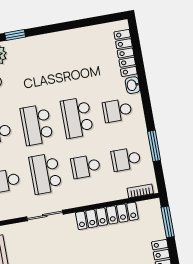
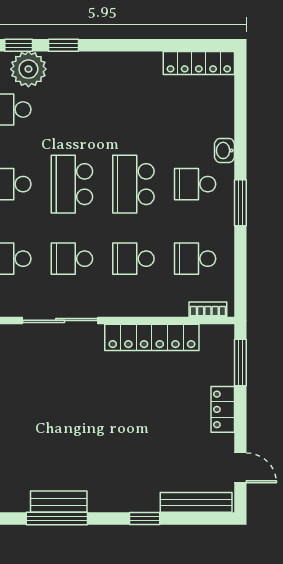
locker: (126, 53) -> (199, 63), moved, turned -90
window: (154, 146) -> (240, 203), moved
school desk: (45, 174) -> (72, 259), width x0.54
sliding door: (45, 215) -> (60, 320), width x1.37

